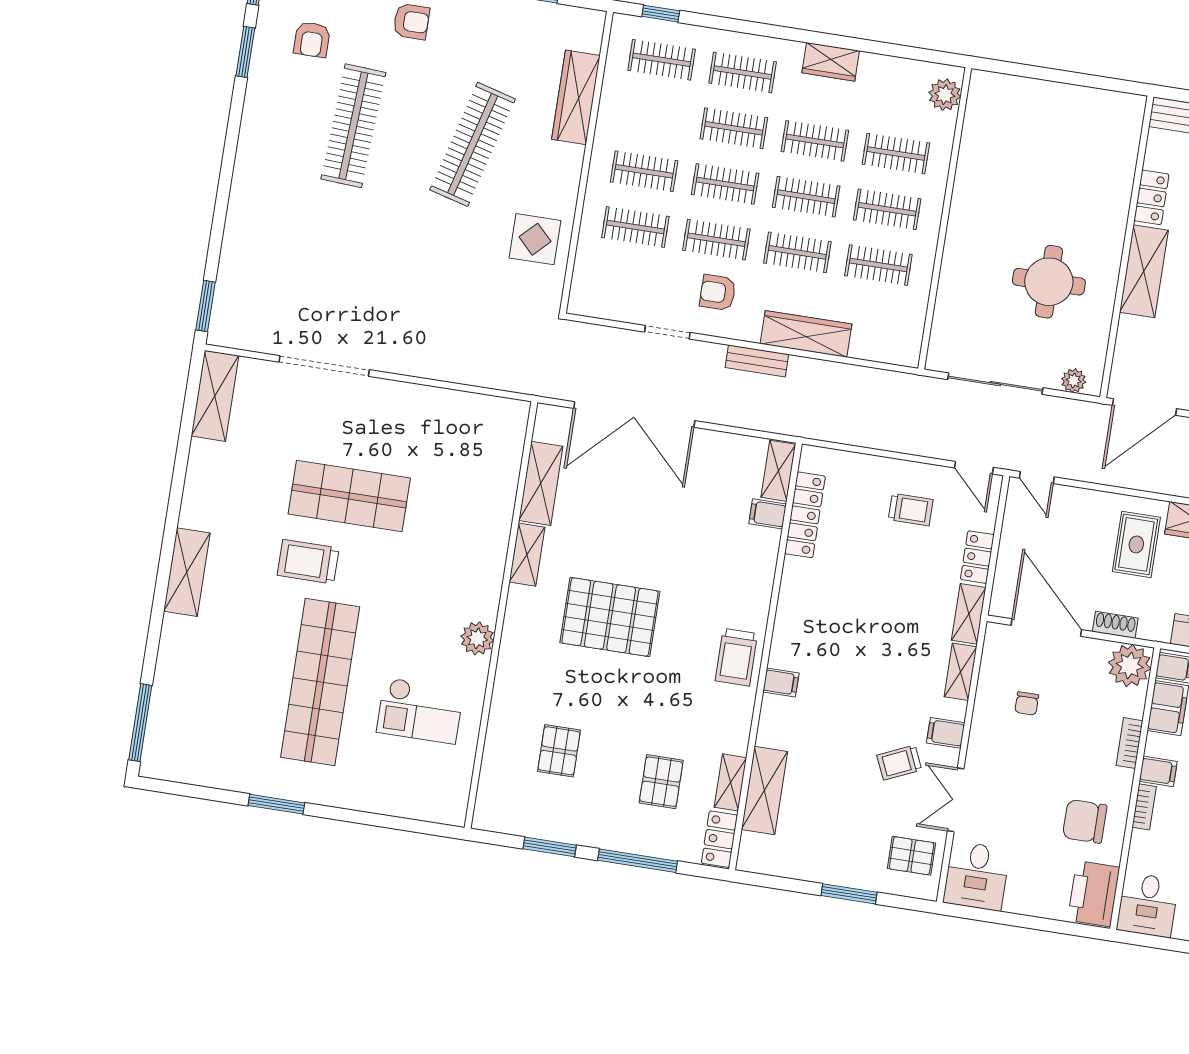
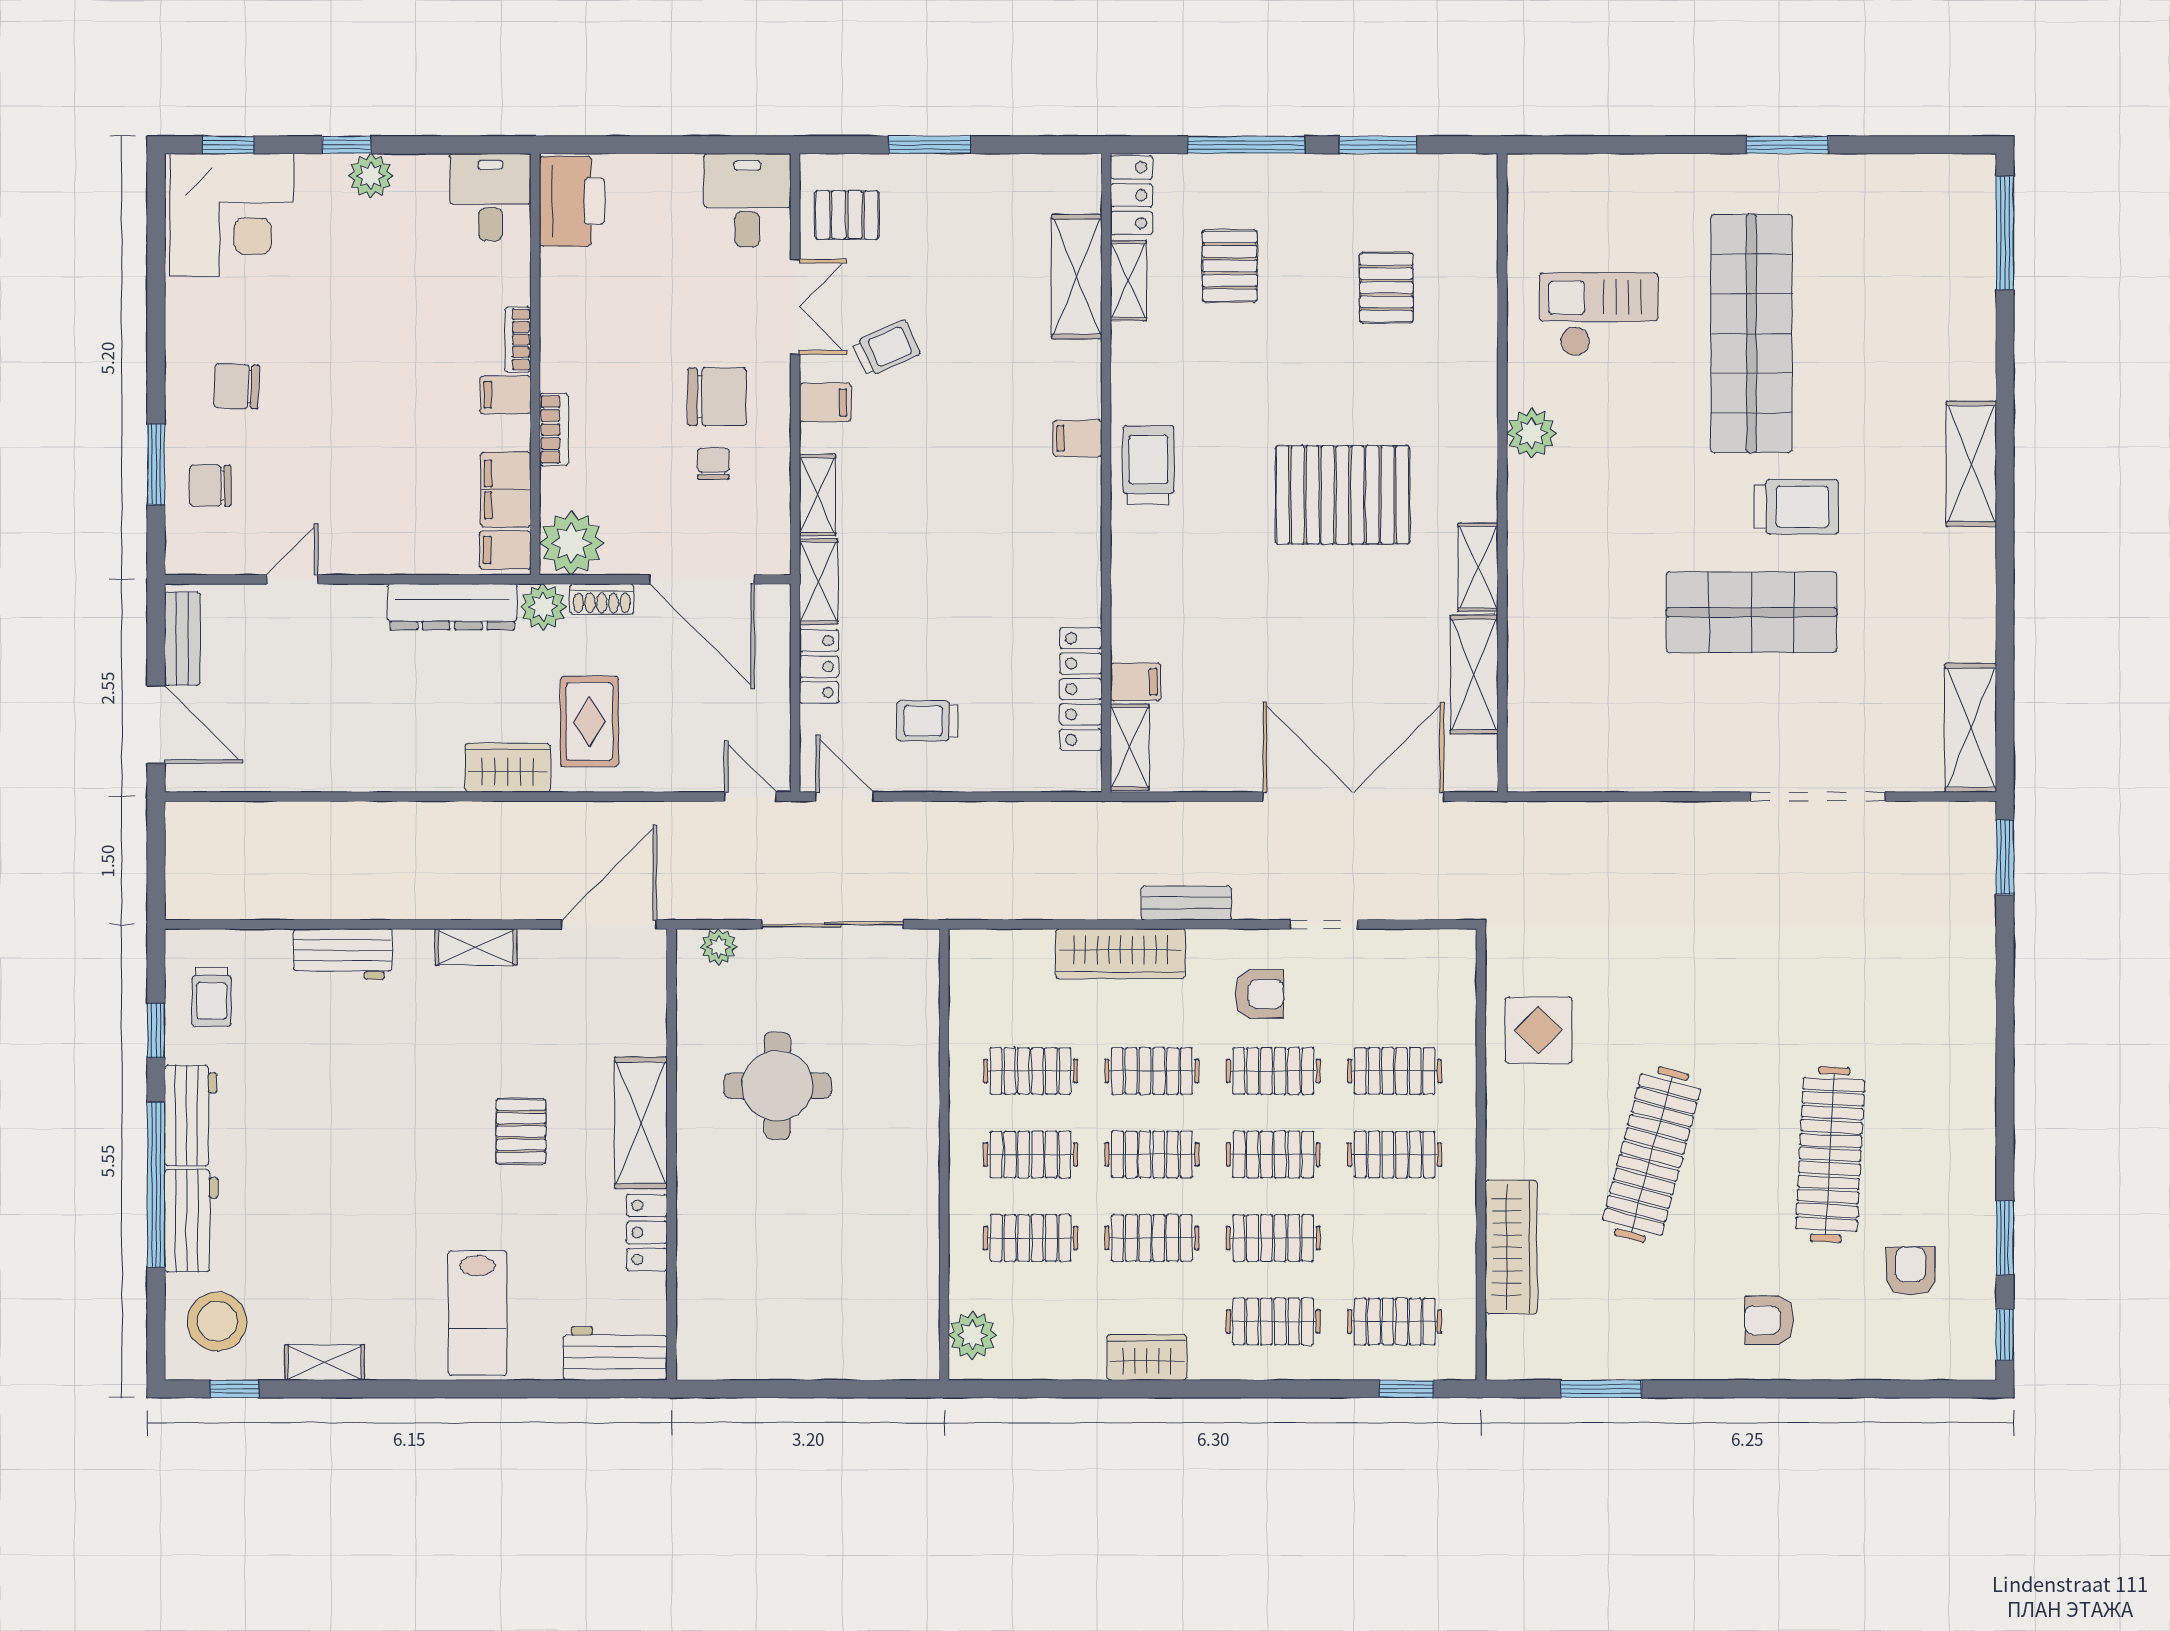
plant: (1155, 626) -> (543, 607), added
chair: (1085, 821) -> (717, 397), moved

